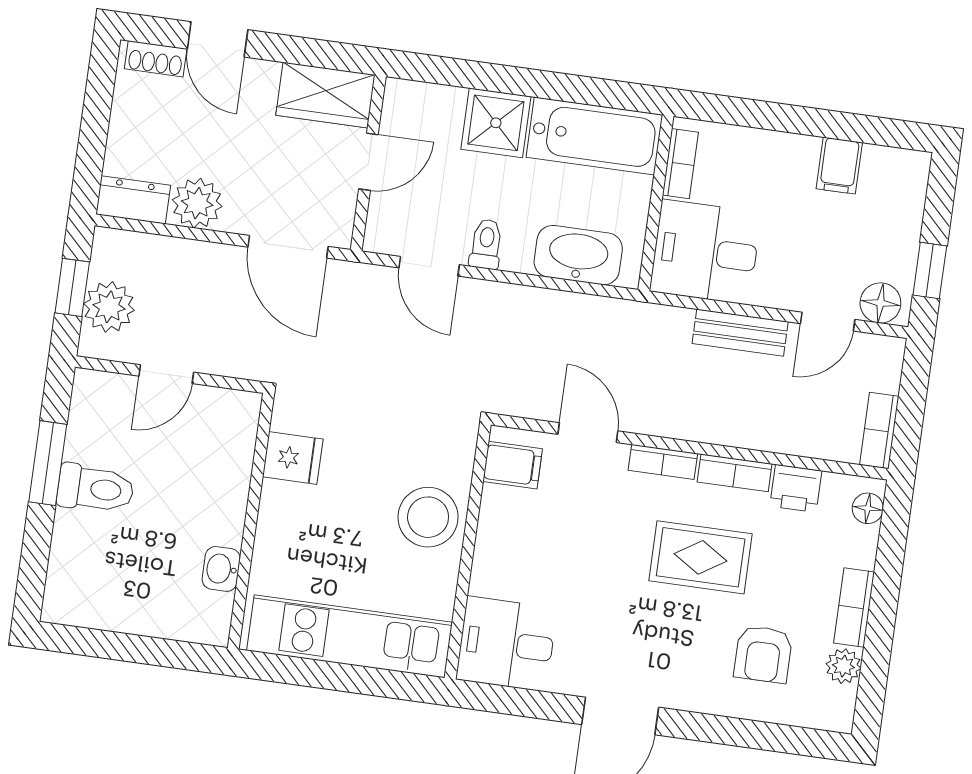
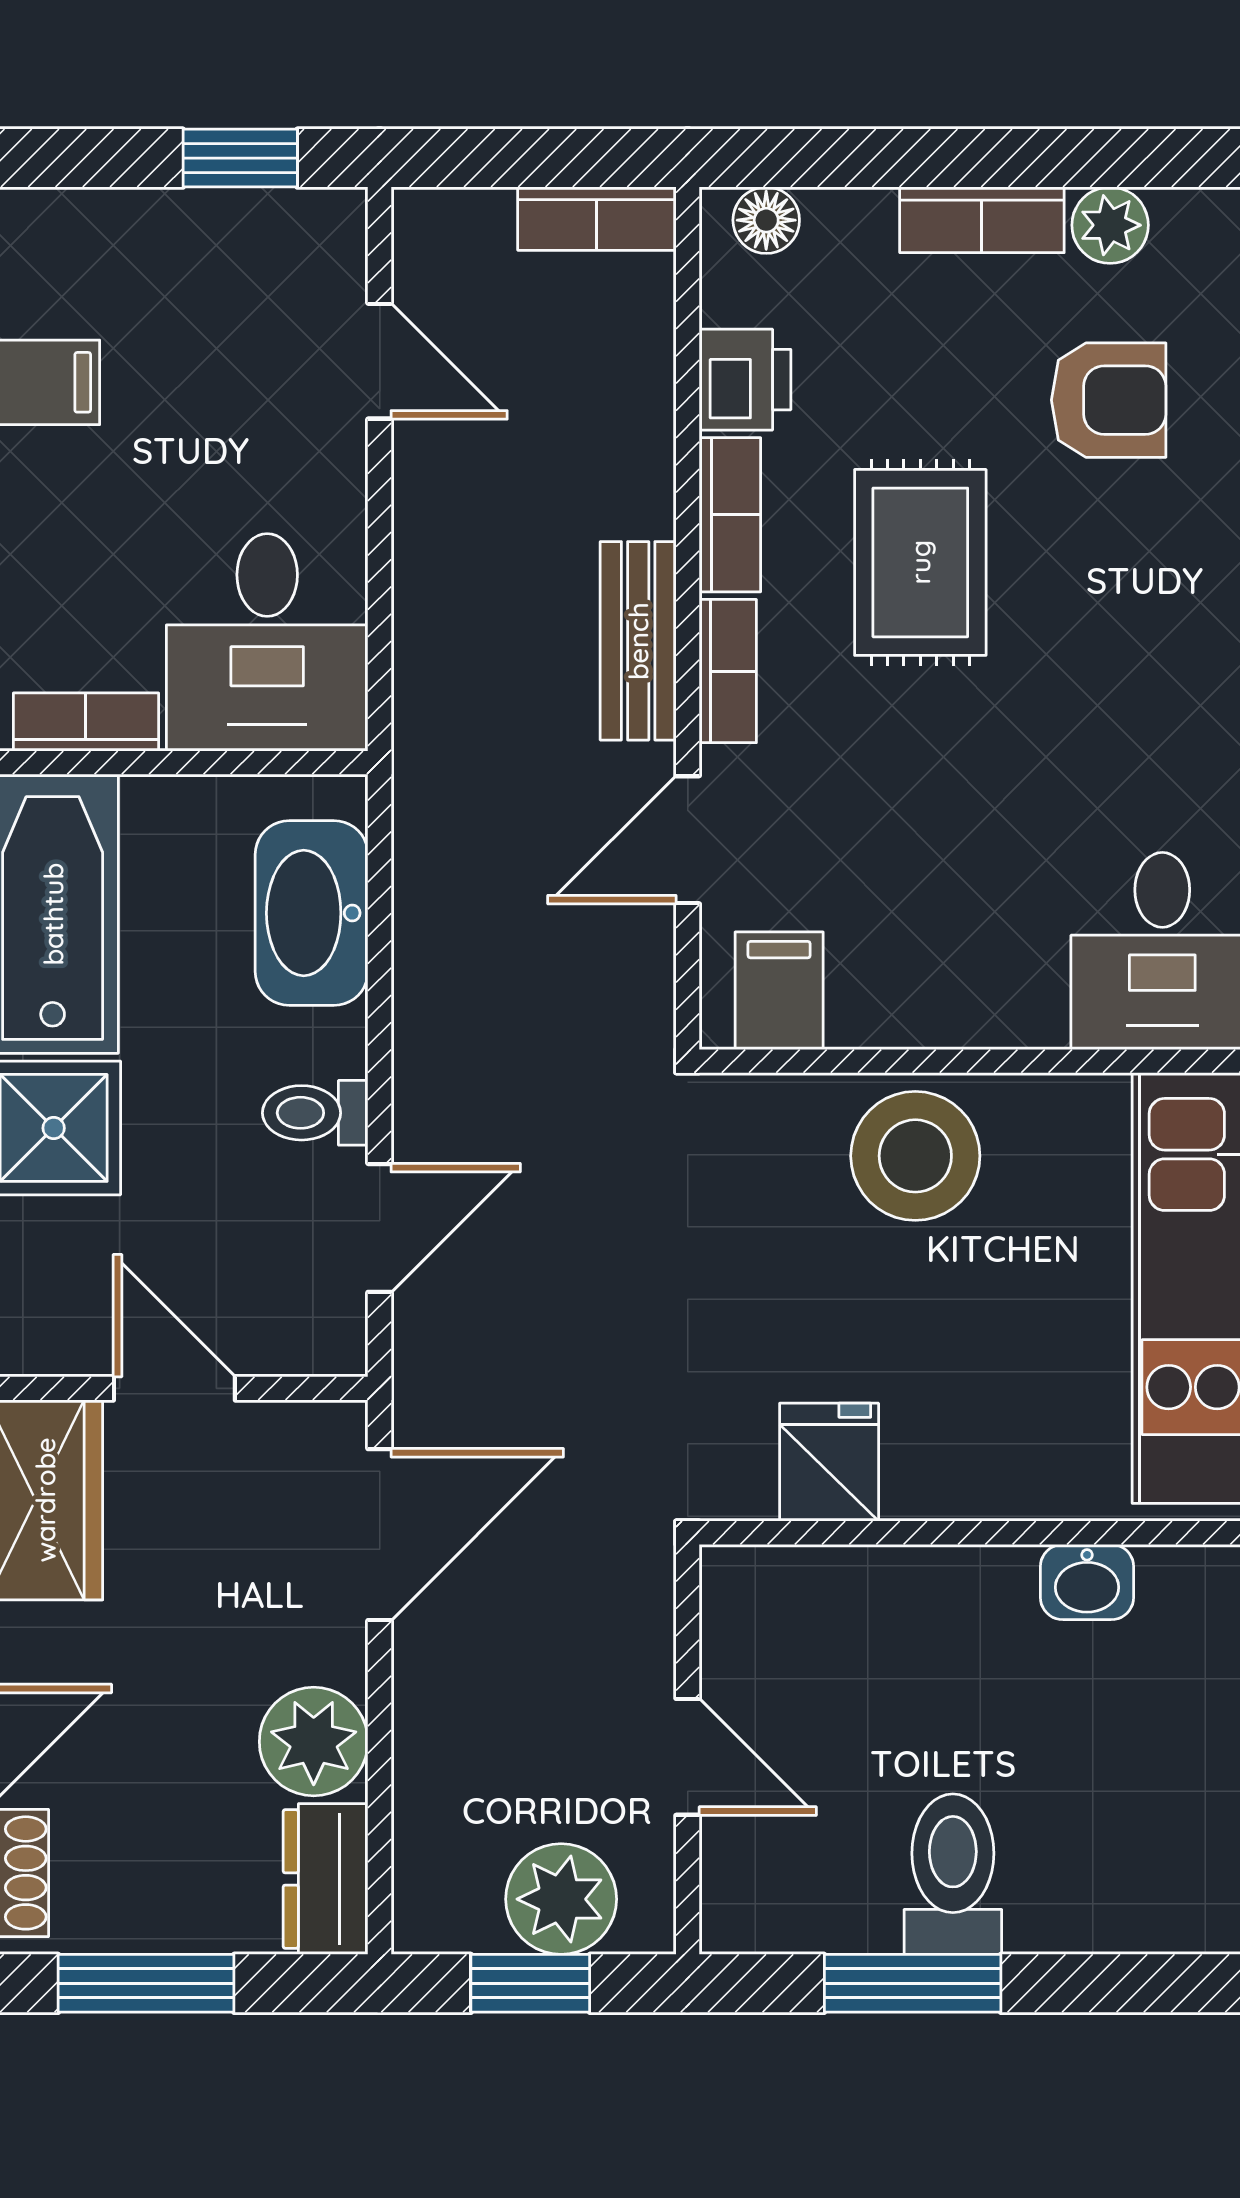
window: (97, 111) -> (146, 1983), added
floor lamp: (880, 303) -> (324, 254), removed
bench: (740, 333) -> (638, 641), moved

